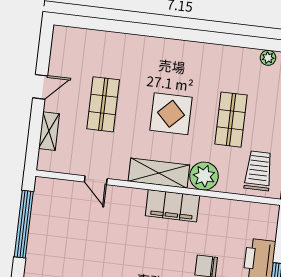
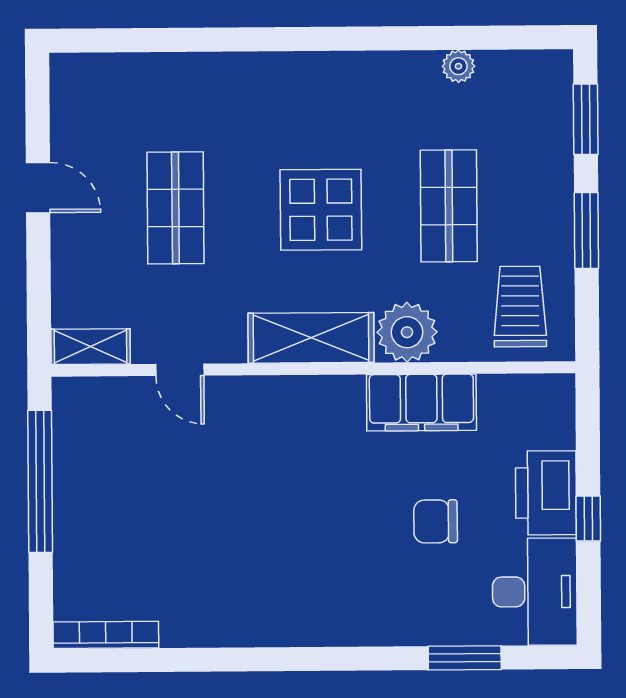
plant: (268, 58) -> (458, 66), moved
door: (40, 87) -> (38, 188), hinge flipped
shelving: (49, 131) -> (91, 347), moved, turned 90
filing cabinet: (172, 206) -> (421, 402), moved

